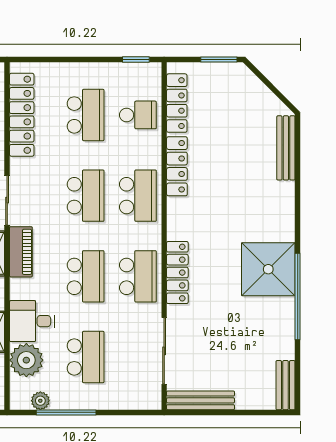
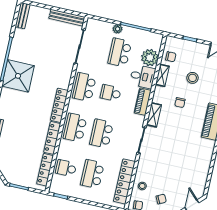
piano: (21, 252) -> (143, 102), moved
locker: (177, 273) -> (59, 105), moved
school desk: (86, 276) -> (111, 93), width x0.54
plant: (40, 401) -> (118, 29), moved

